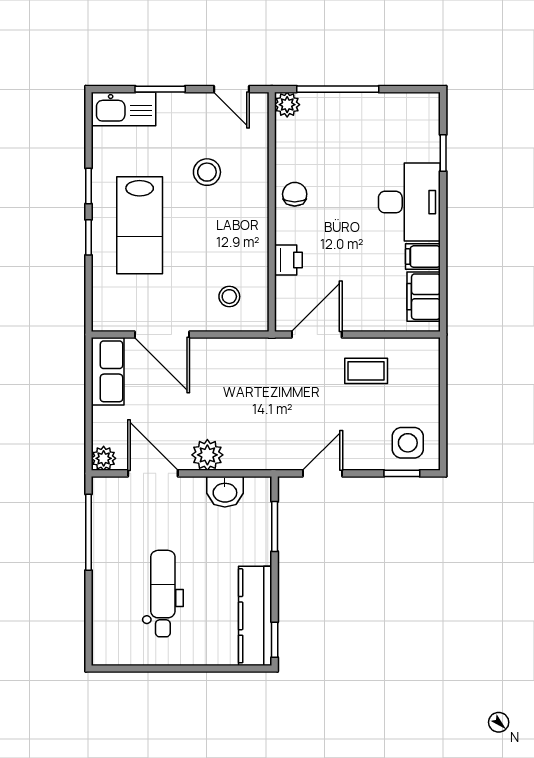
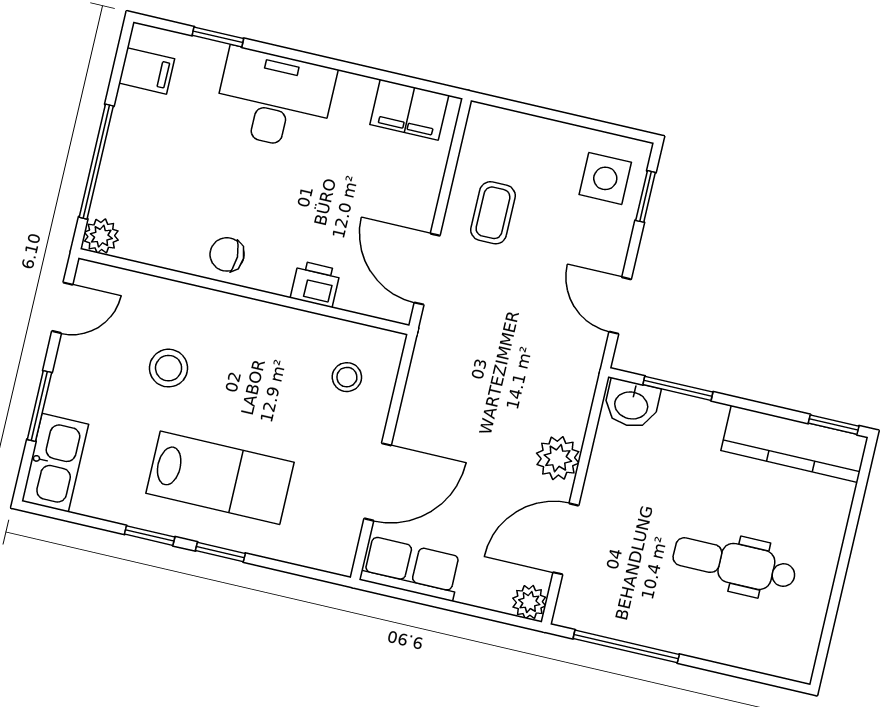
filing cabinet: (423, 257) -> (147, 71), moved, turned -90
washbasin: (225, 492) -> (632, 404), moved, turned 90

